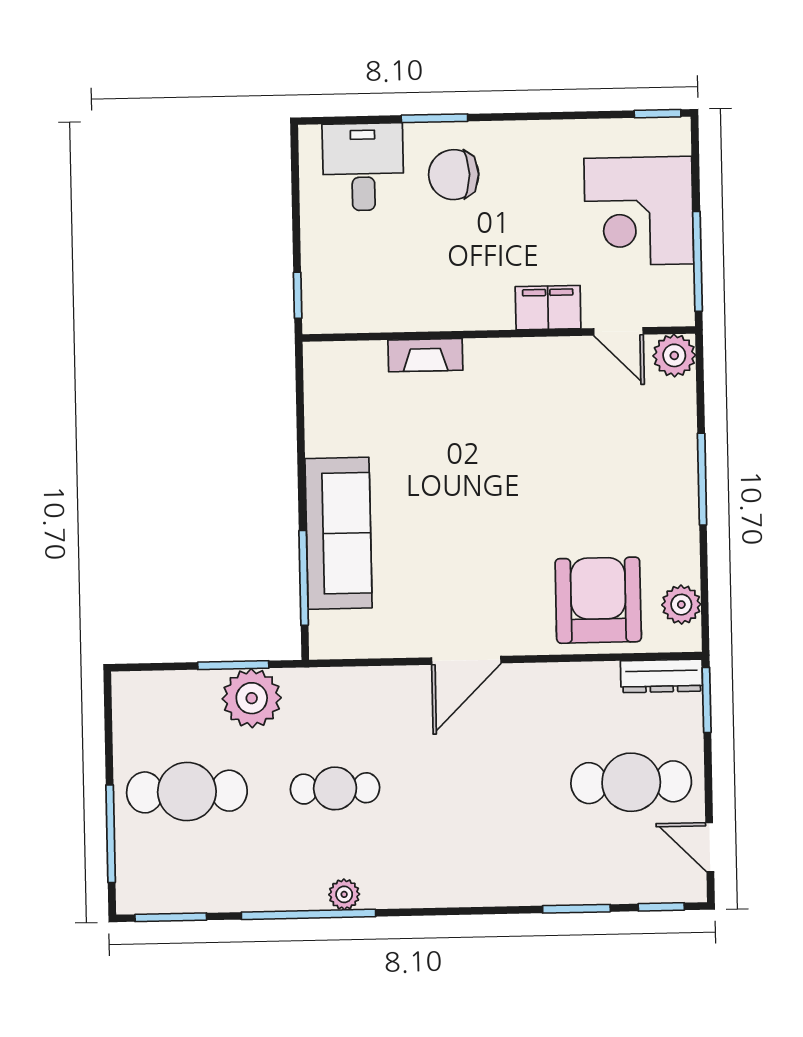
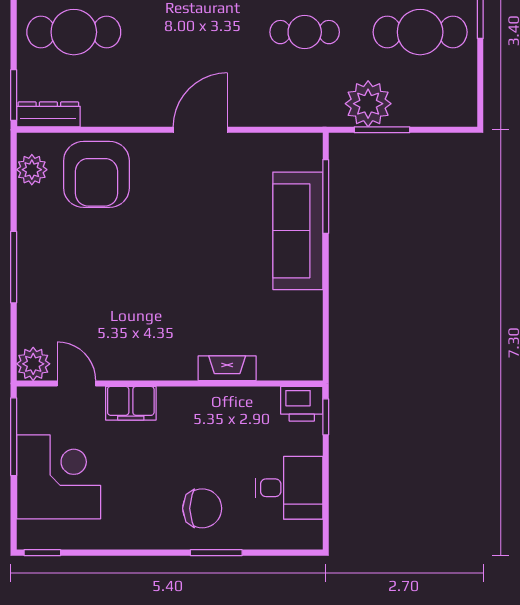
desk: (363, 167) -> (289, 488), moved, turned -90
printer: (329, 311) -> (302, 404), added

